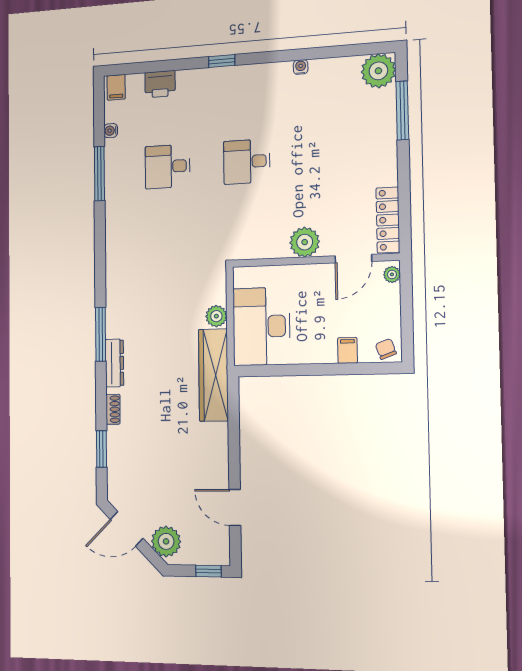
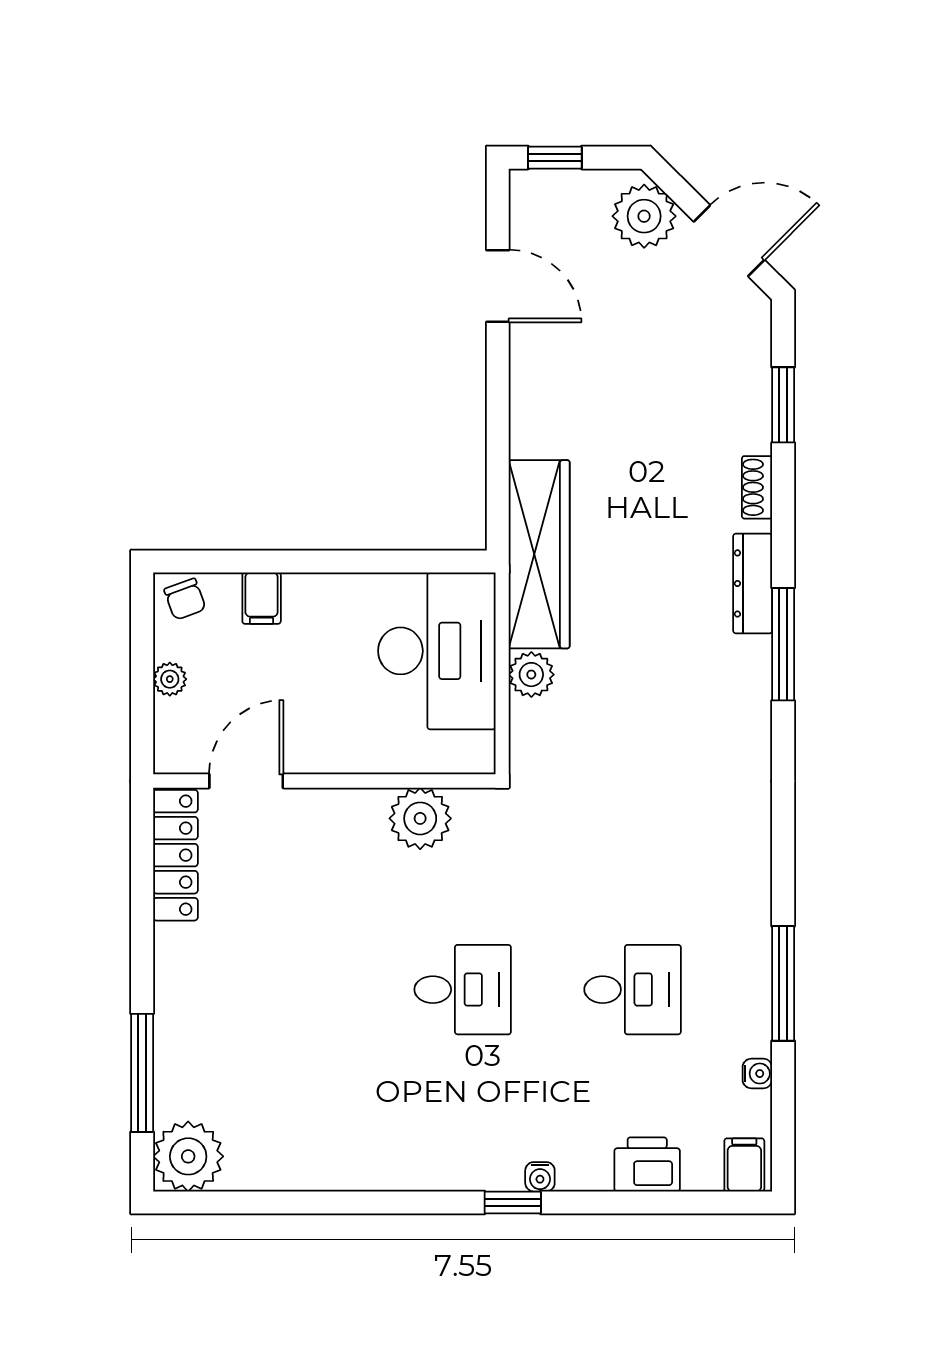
water cooler: (301, 67) -> (540, 1177), moved
plant: (305, 242) -> (420, 818), moved
plant: (392, 274) -> (170, 679), moved

